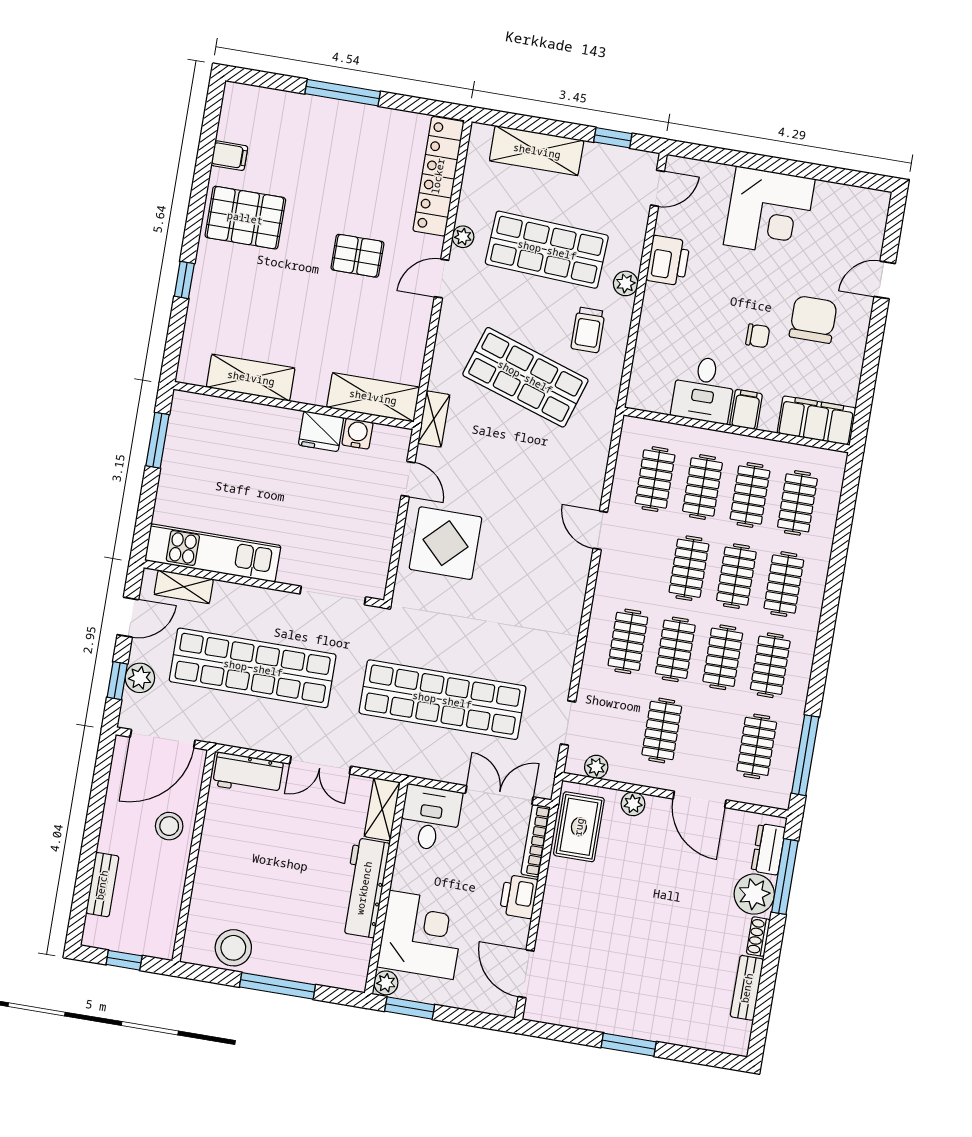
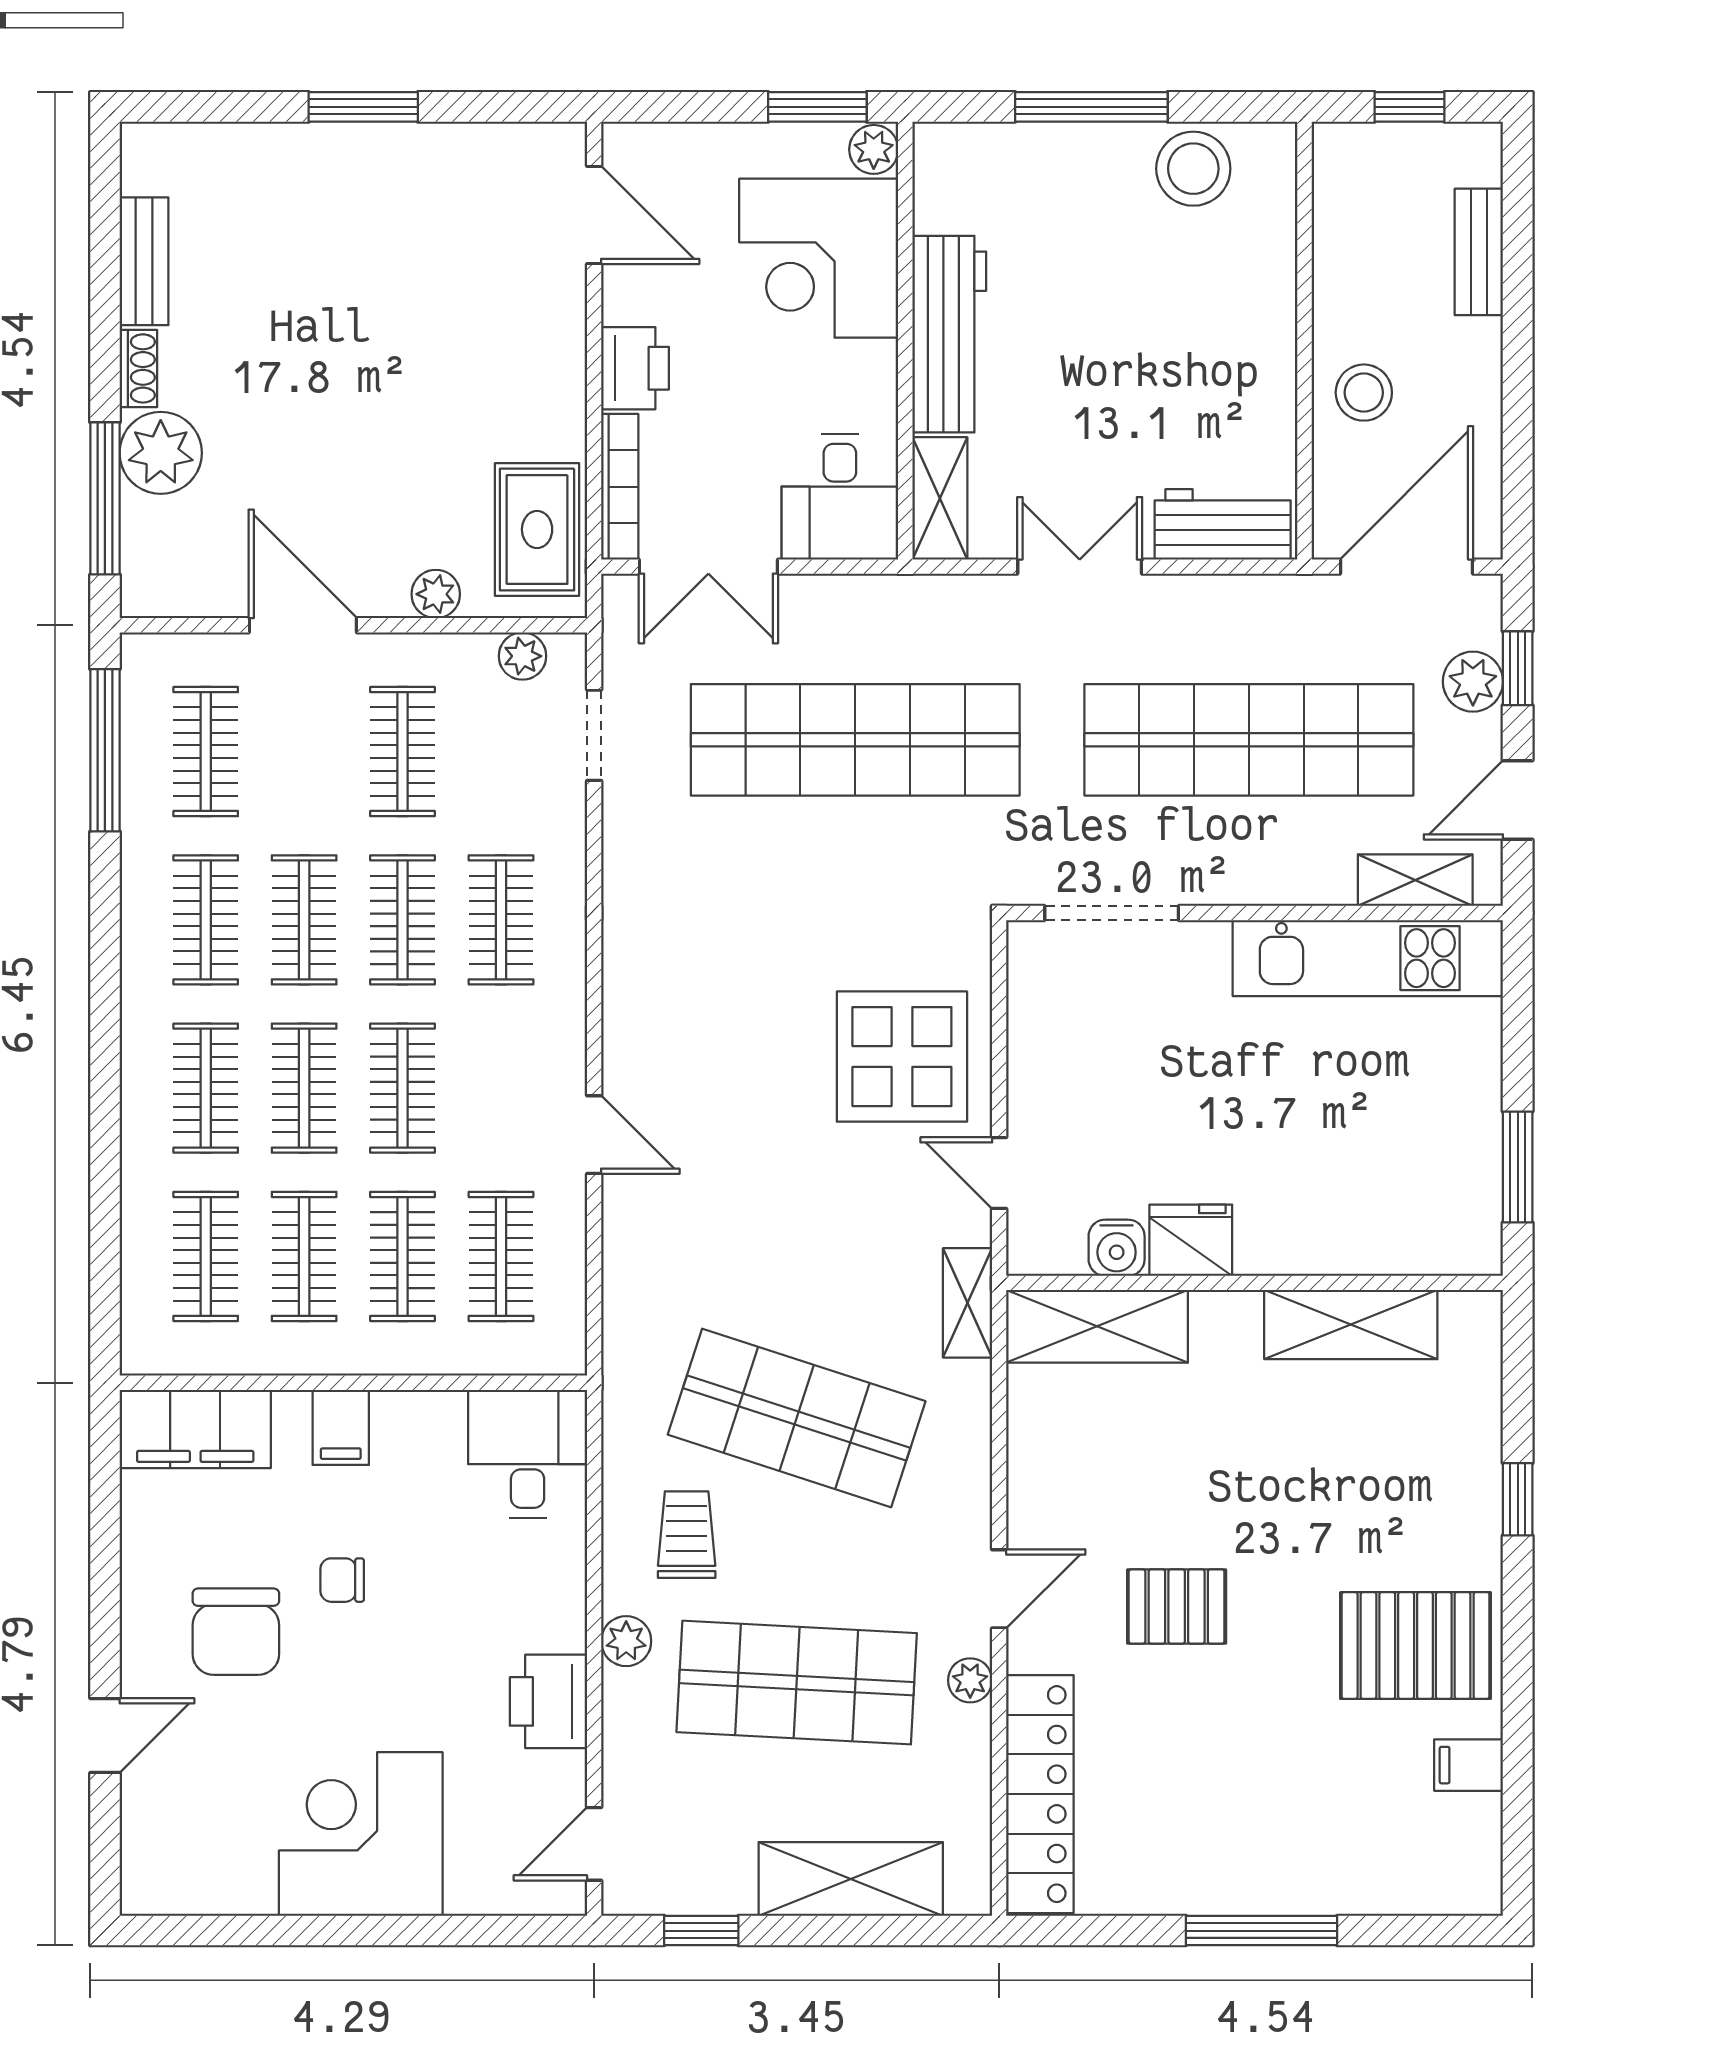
desk: (704, 389) -> (528, 1454), moved
dresser: (768, 849) -> (147, 548), removed

